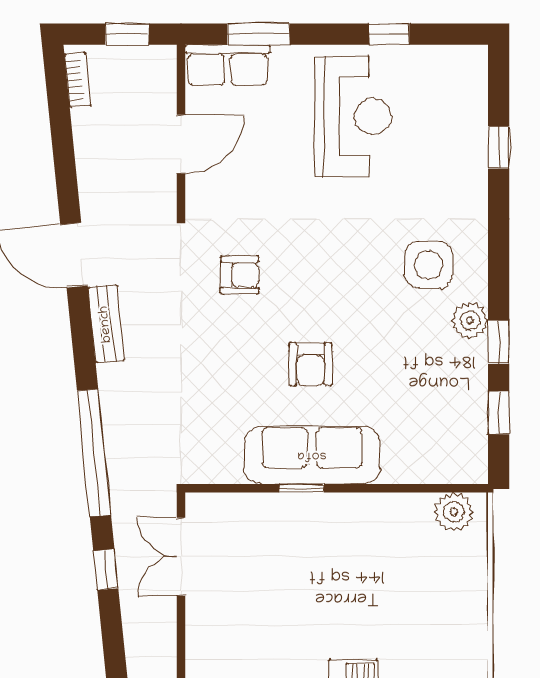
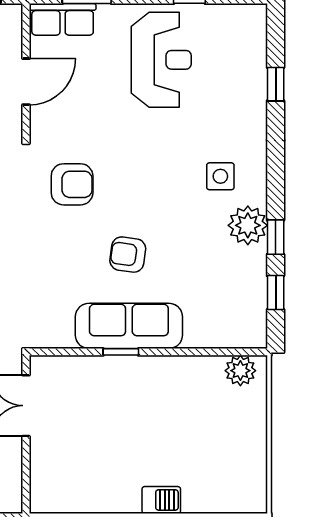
side table: (428, 265) -> (220, 176), width x0.73, depth x0.73
armchair: (240, 275) -> (72, 184), width x1.38, depth x1.38
plant: (470, 320) -> (248, 225), width x1.36, depth x1.36
armchair: (311, 364) -> (128, 255), turned 98

